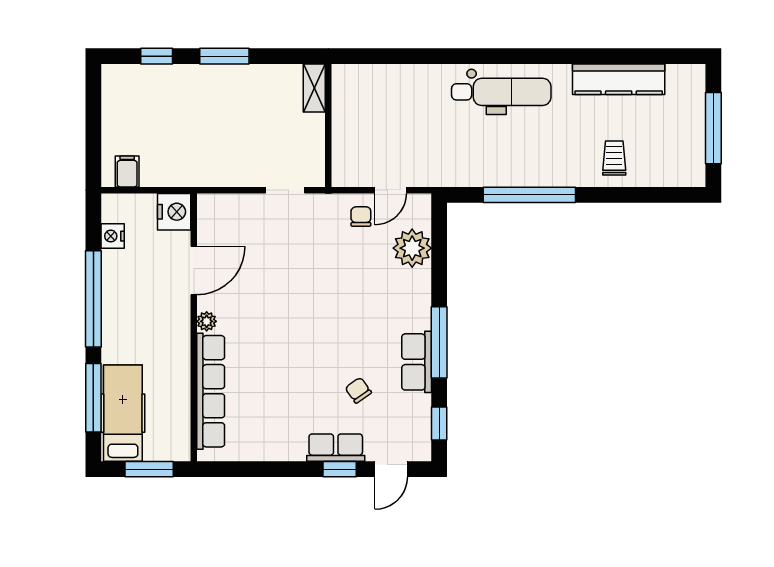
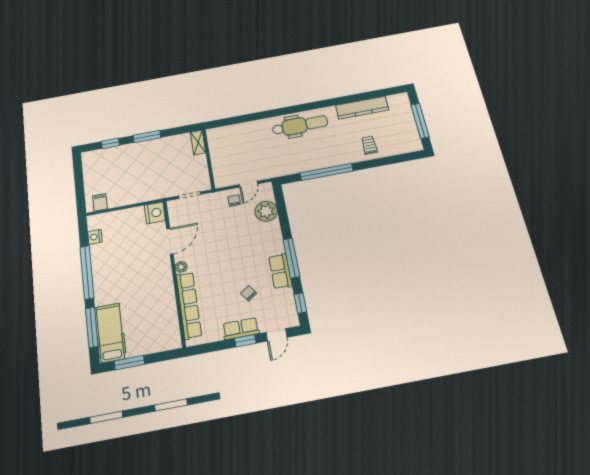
nightstand: (174, 212) -> (155, 213), moved
door: (194, 271) -> (170, 241), moved
plant: (207, 321) -> (181, 267), moved
wall: (194, 327) -> (174, 272), moved
row of seats: (211, 391) -> (189, 305), moved

